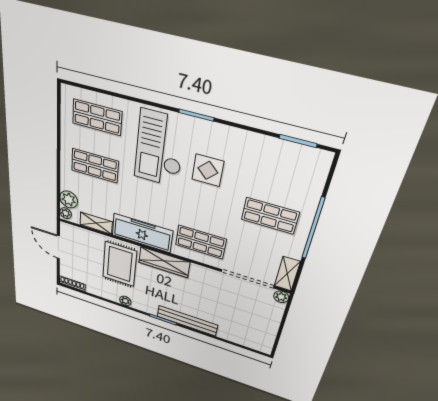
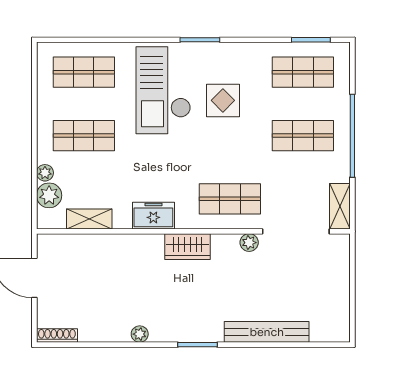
shop shelf: (283, 167) -> (303, 72), added
plant: (66, 213) -> (45, 173), moved
freezer: (142, 233) -> (153, 216), width x0.52, depth x0.79
wardrobe: (164, 262) -> (187, 247), width x0.67
rug: (120, 264) -> (127, 273), removed
plant: (281, 297) -> (249, 243), moved
bench: (187, 321) -> (267, 332), moved

